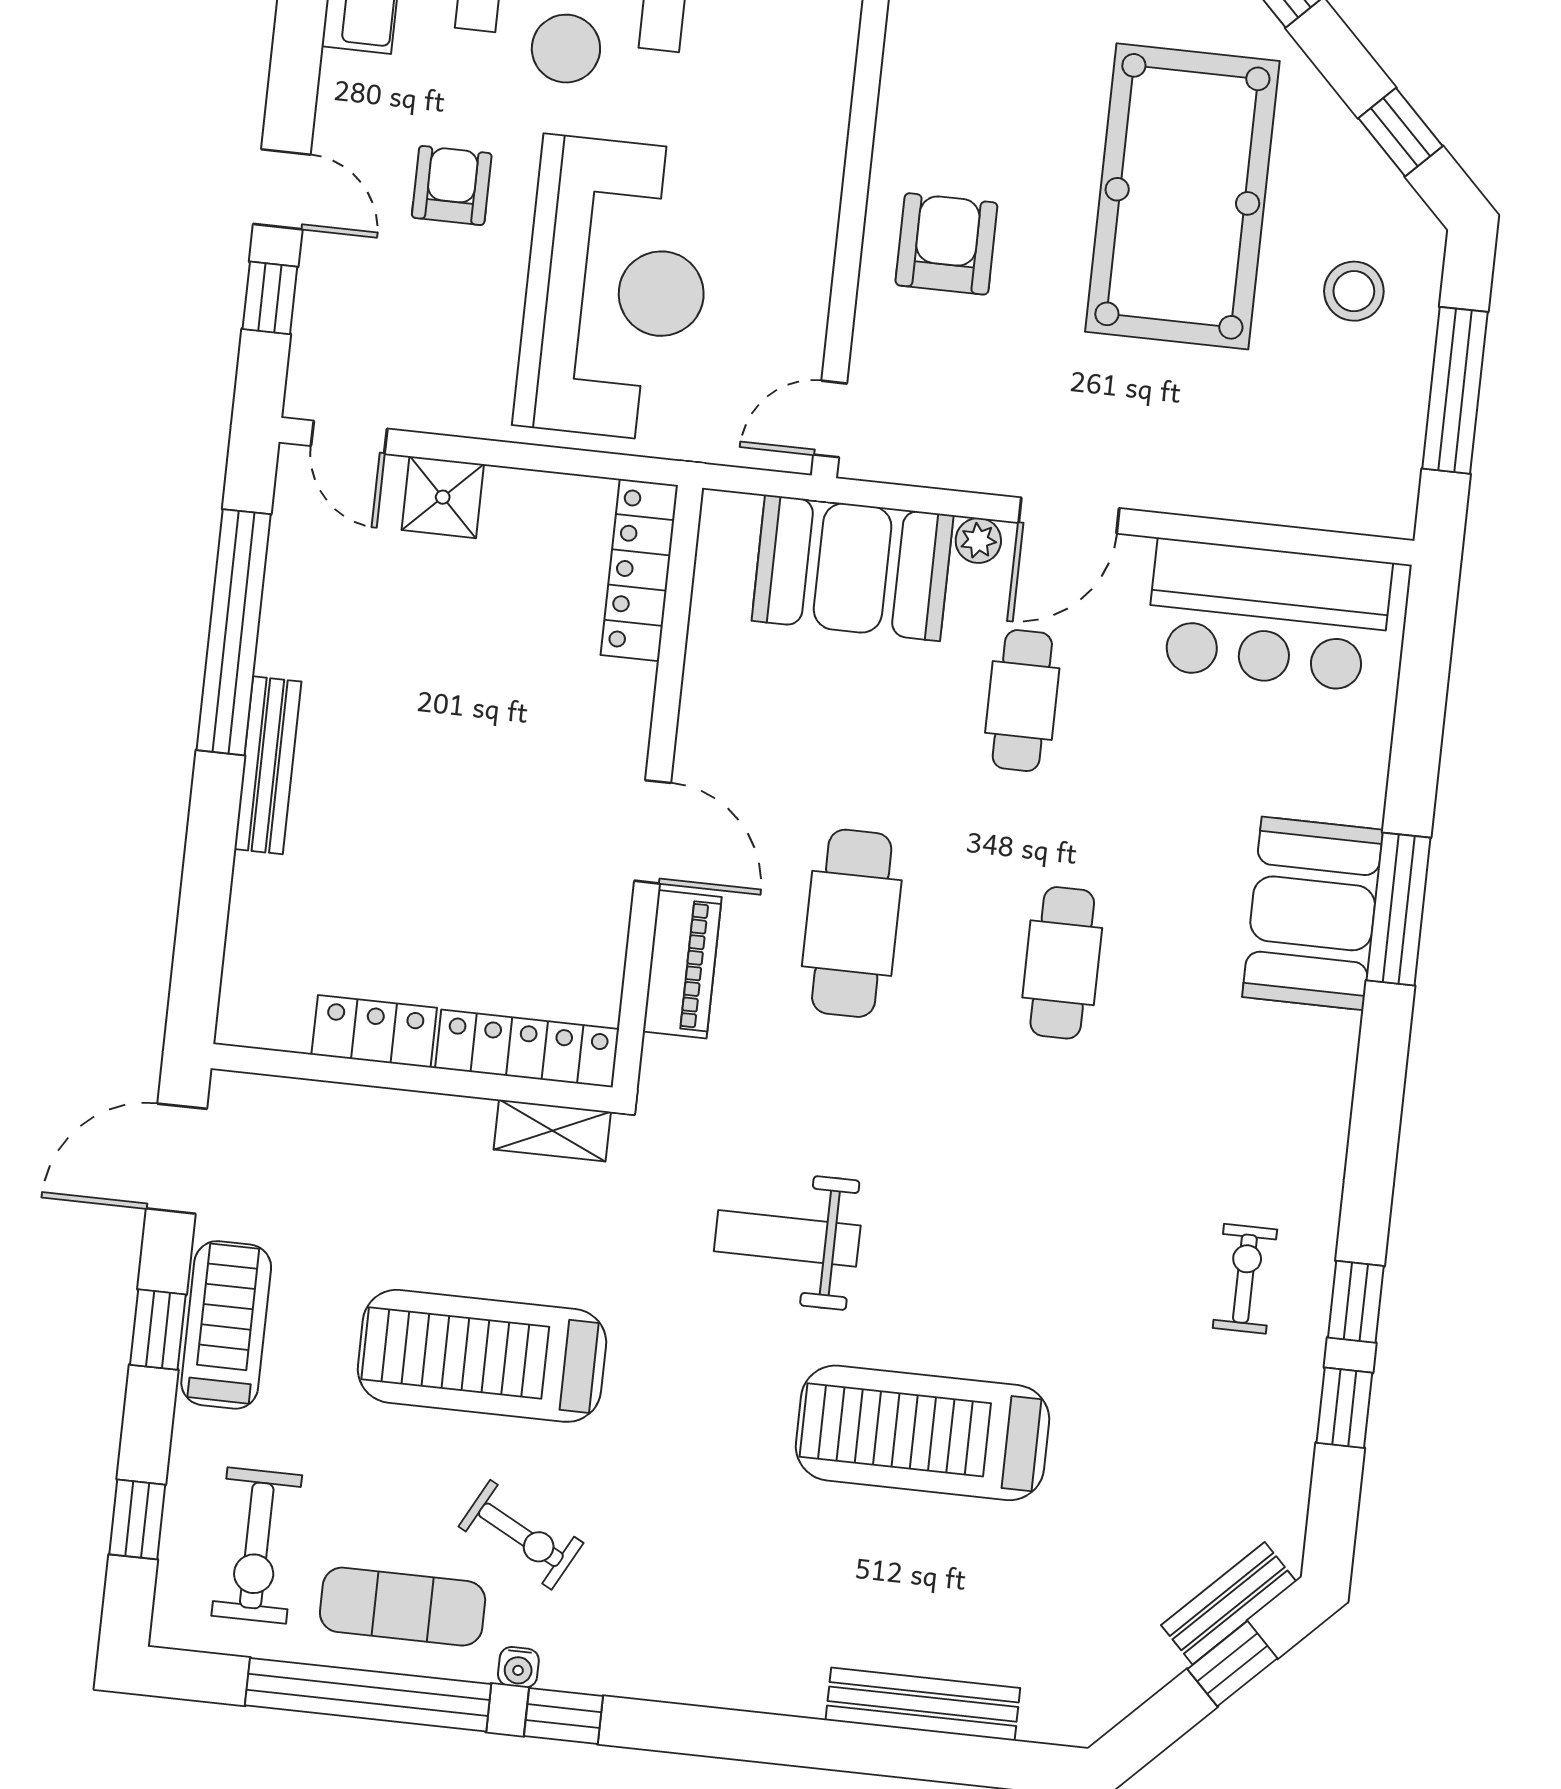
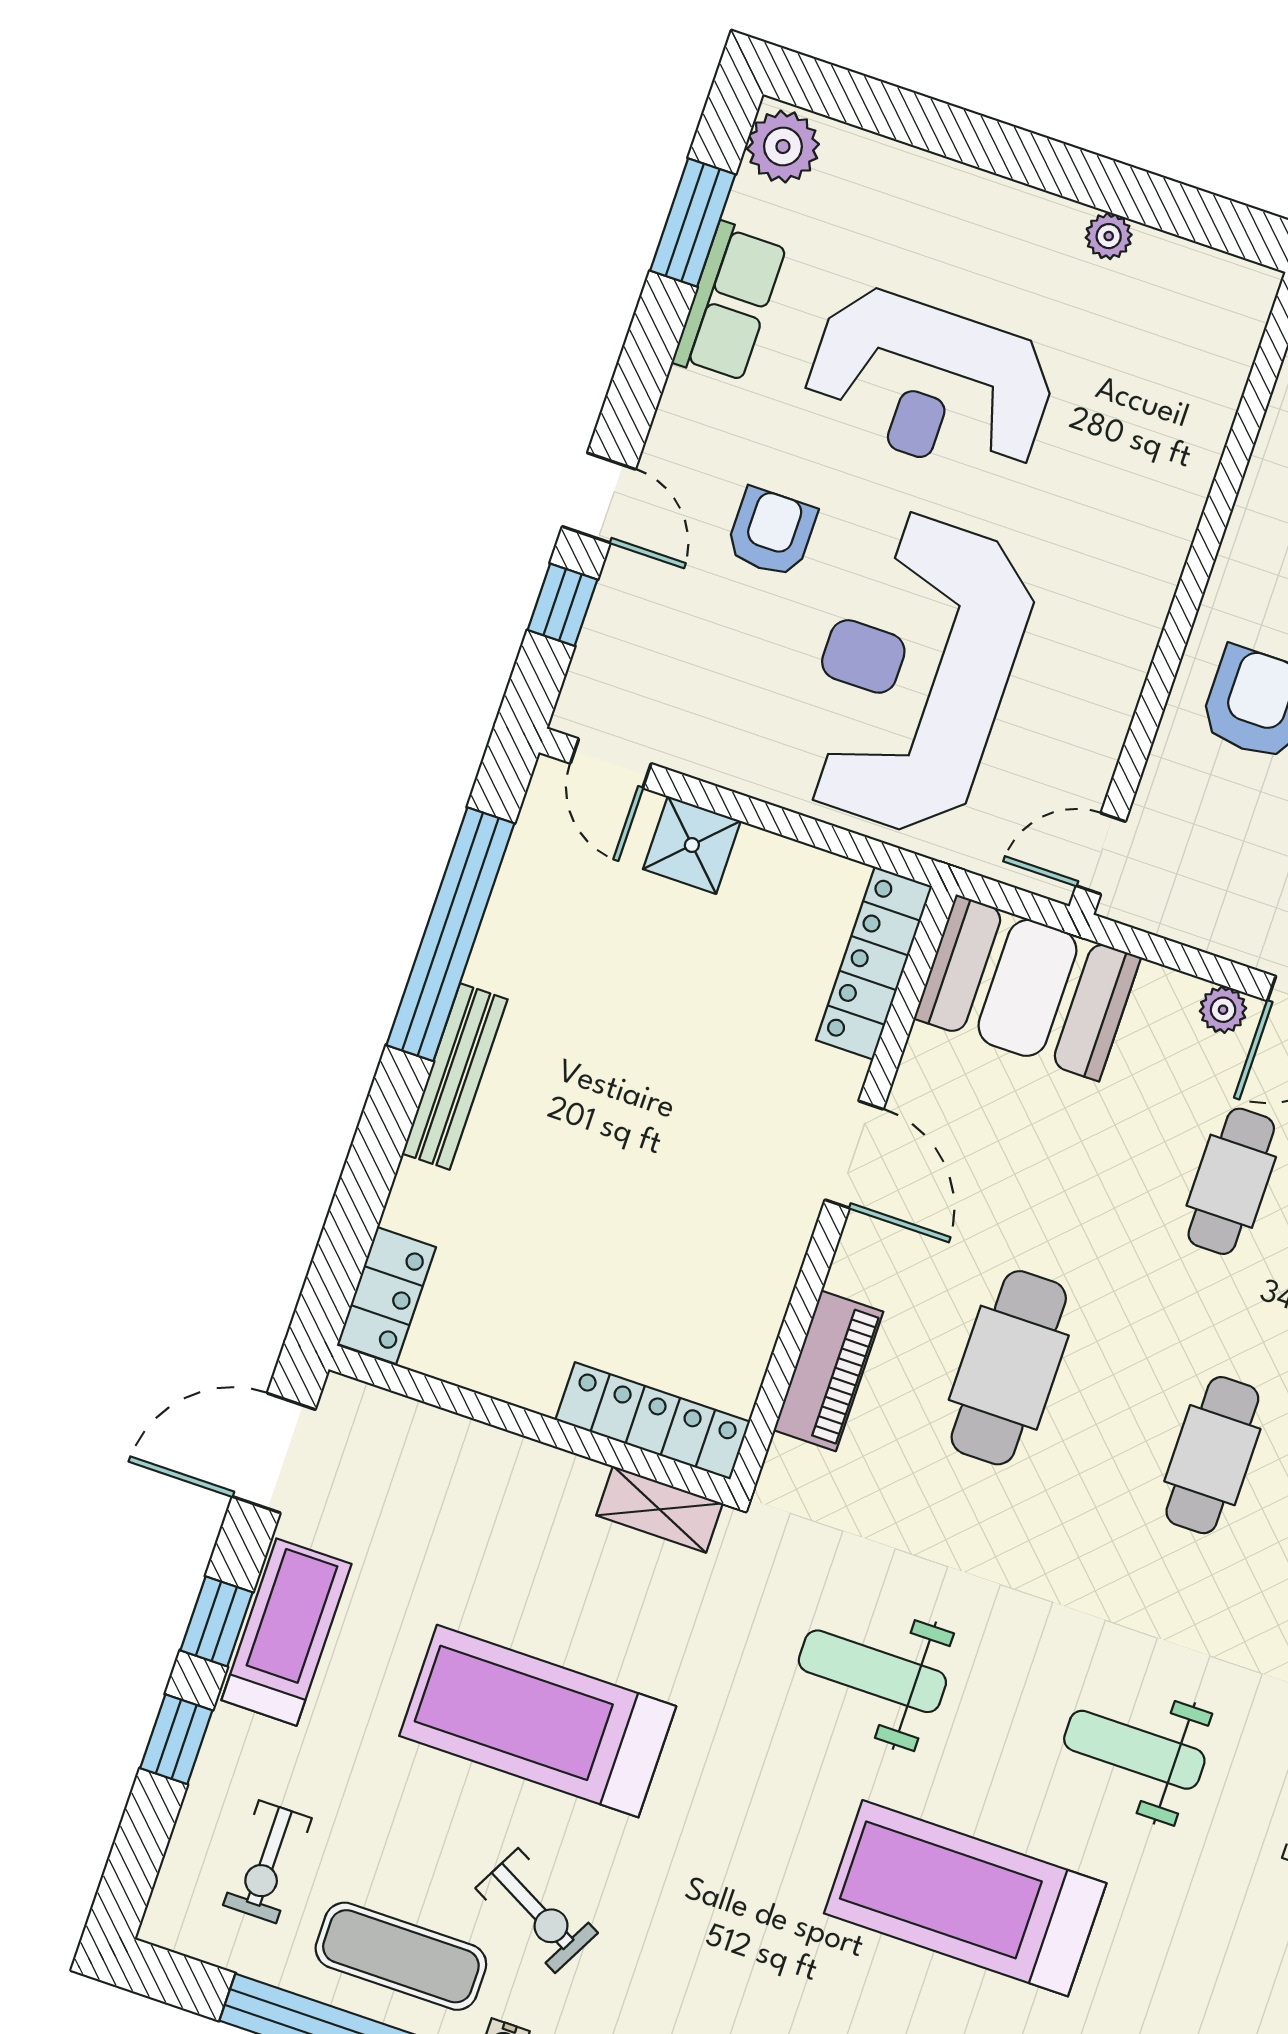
reception desk: (615, 289) -> (913, 674), turned 180
booth: (853, 568) -> (1027, 988), moved
door: (653, 832) -> (854, 1154), moved
locker: (374, 1031) -> (387, 1296), moved, turned 90
weight bench: (1051, 1257) -> (1134, 1750), added
window: (137, 1519) -> (176, 1739), moved
exercise bike: (257, 1545) -> (267, 1862), width x0.73, depth x0.72

